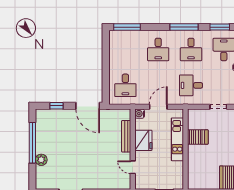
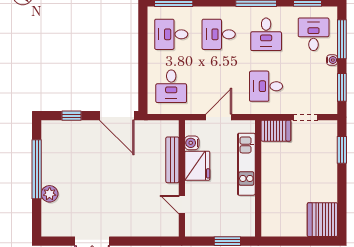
desk: (125, 49) -> (171, 34), added
desk: (158, 49) -> (219, 34), turned 90
water cooler: (140, 114) -> (192, 143), moved
server rack: (198, 137) -> (276, 131), moved

